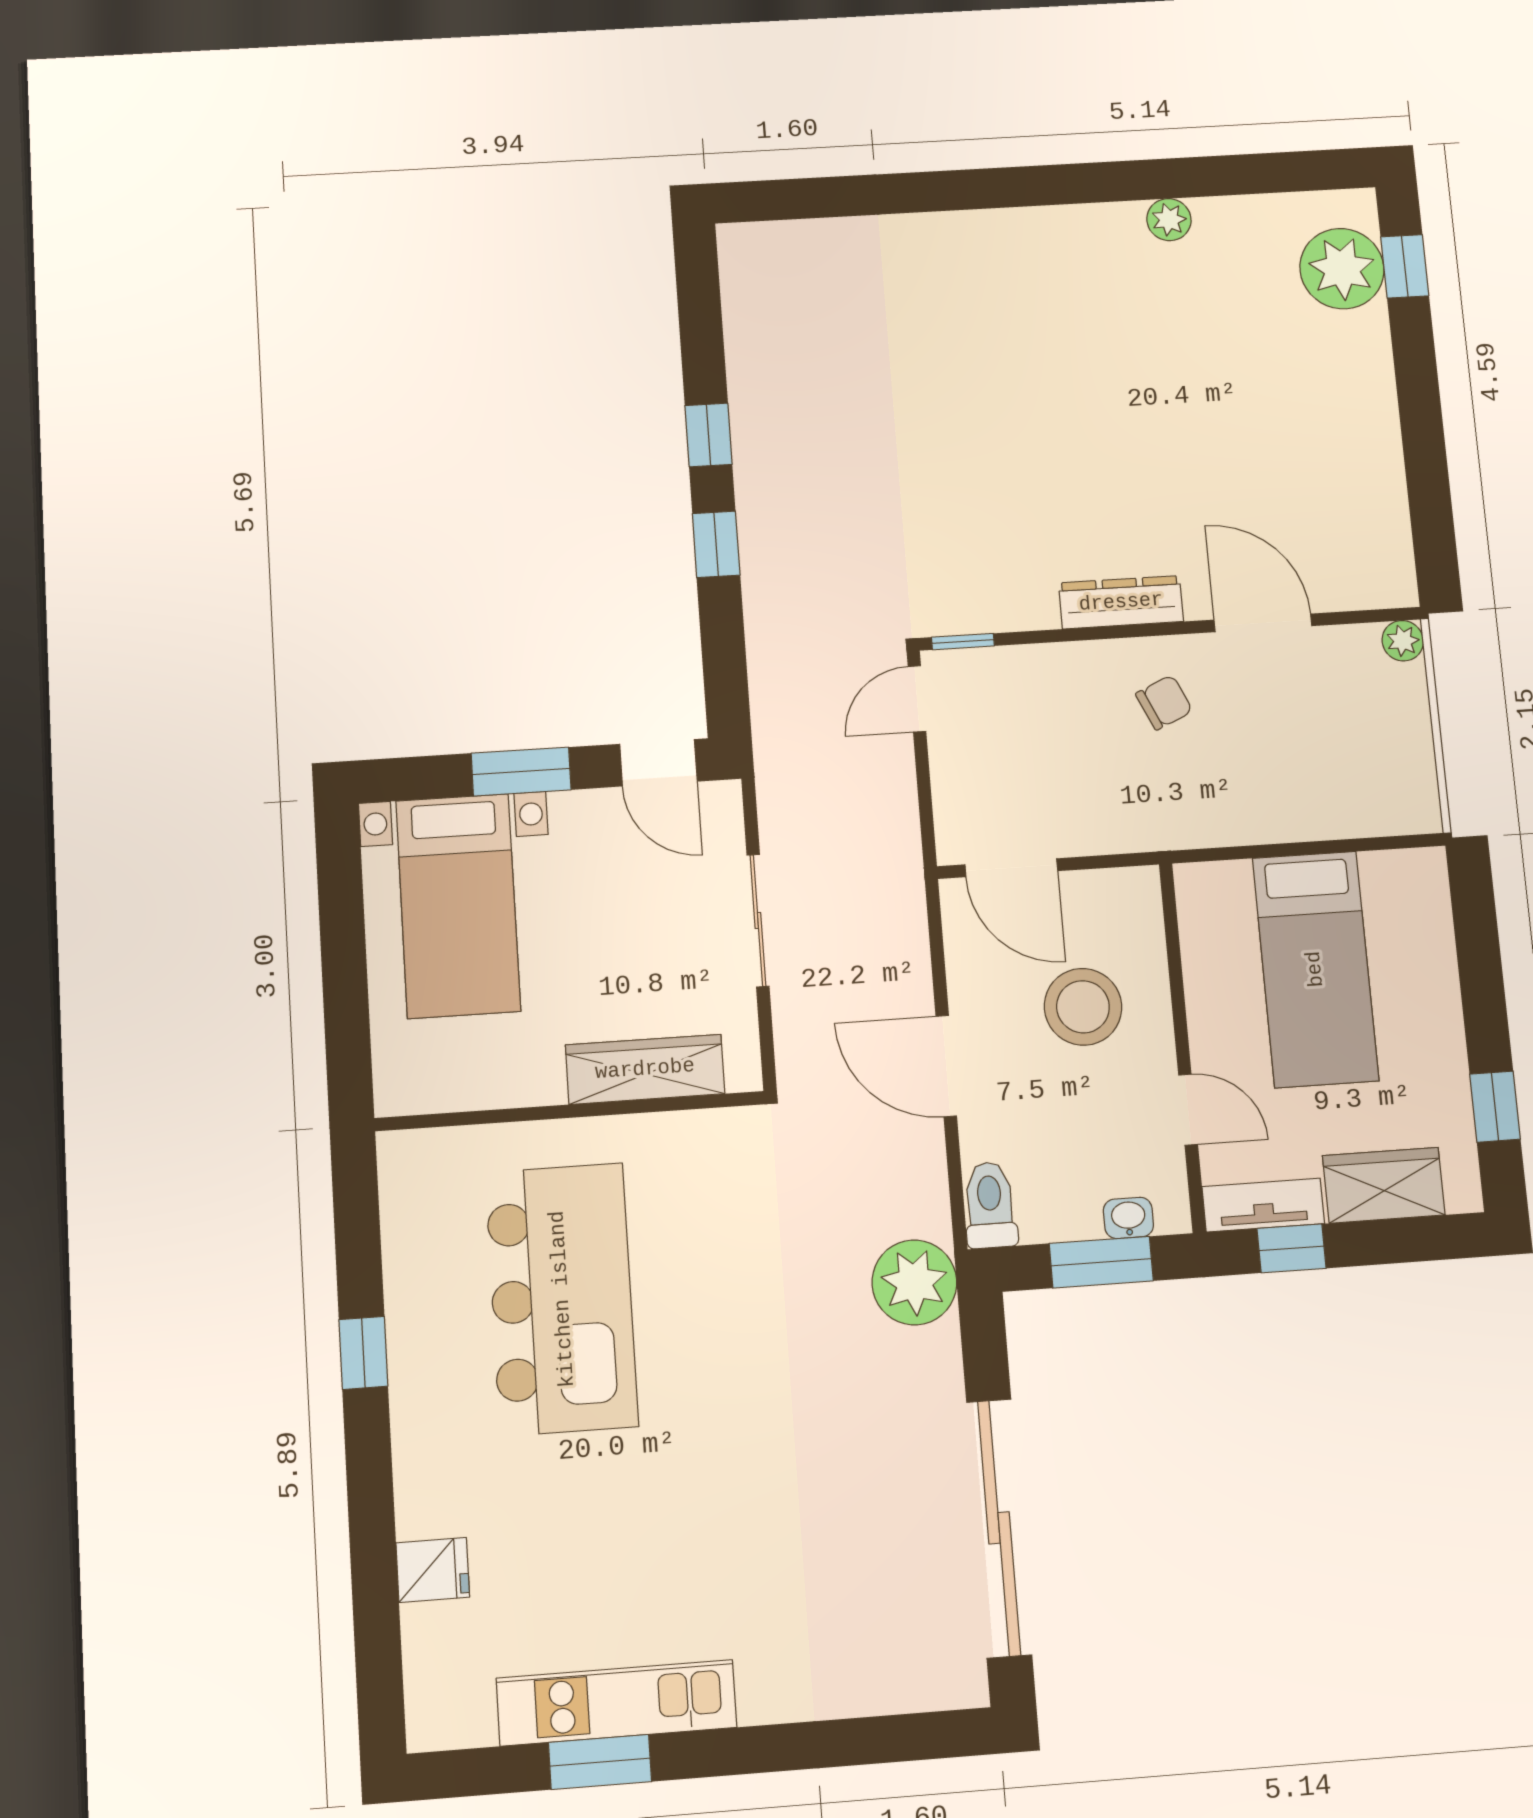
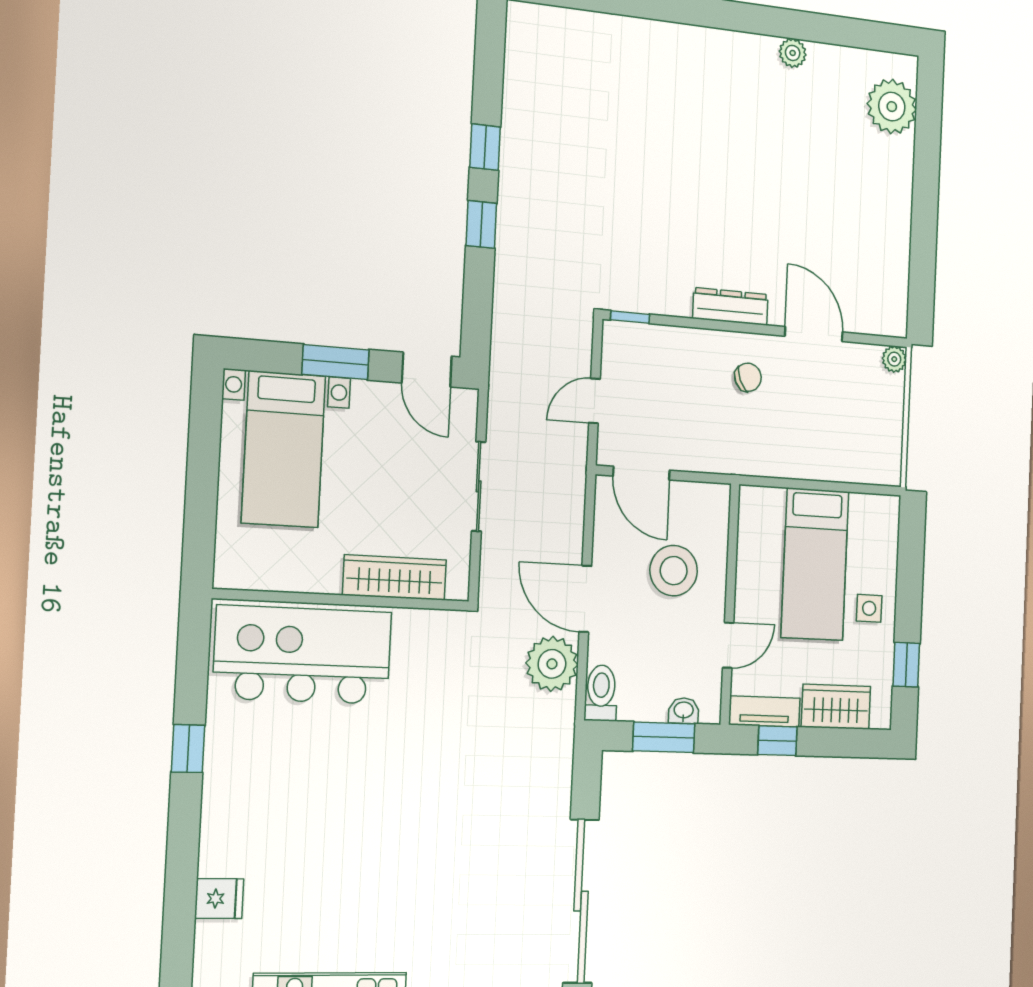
window: (1405, 266) -> (929, 112), removed
door: (917, 699) -> (594, 401), moved
side table: (1418, 1026) -> (869, 608), added
door: (1188, 1110) -> (728, 645), hinge flipped
plant: (914, 1282) -> (552, 664), moved
kitchen island: (562, 1299) -> (303, 655), moved, turned -90

